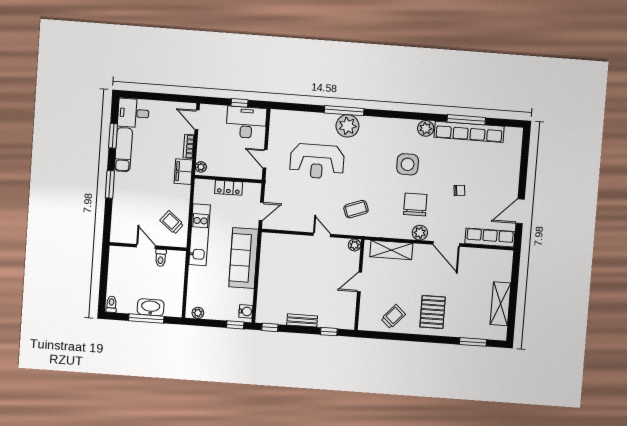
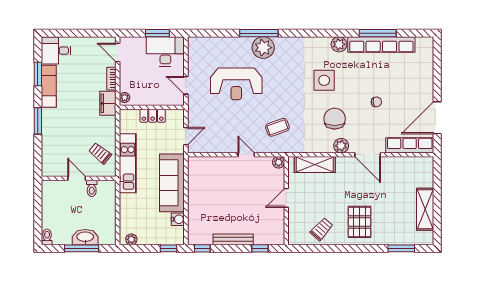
window: (240, 103) -> (157, 33), width x1.50
door: (520, 211) -> (437, 118), width x1.36
water cooler: (246, 311) -> (178, 219), moved
bench: (302, 320) -> (233, 239), width x1.36

